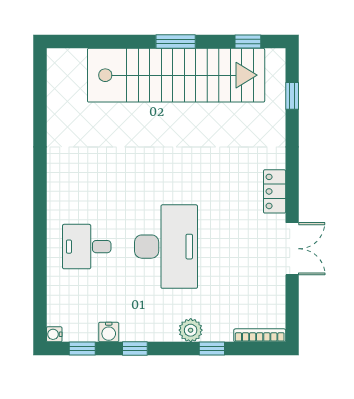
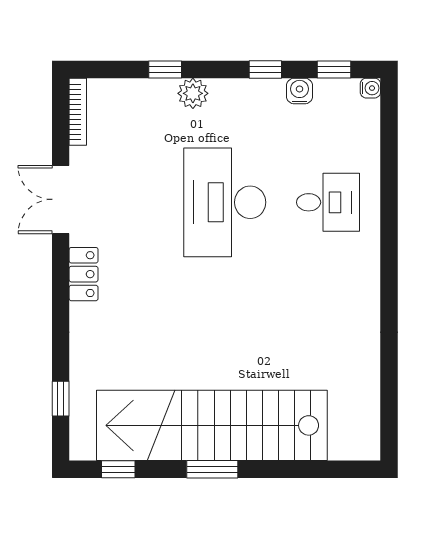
bookcase: (260, 335) -> (78, 112), moved, turned -90

